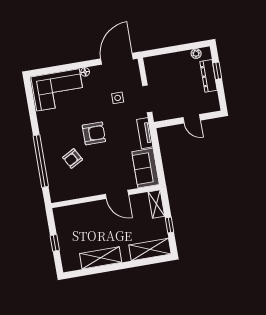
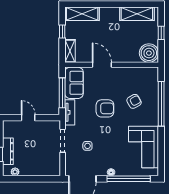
window: (63, 68) -> (129, 179), added
corner sofa: (58, 90) -> (143, 147), moved, turned -90
armchair: (94, 133) -> (105, 108), moved, turned 180
window: (157, 154) -> (62, 93), added
boiler: (65, 217) -> (149, 53), added
shelving: (101, 258) -> (137, 14), moved

